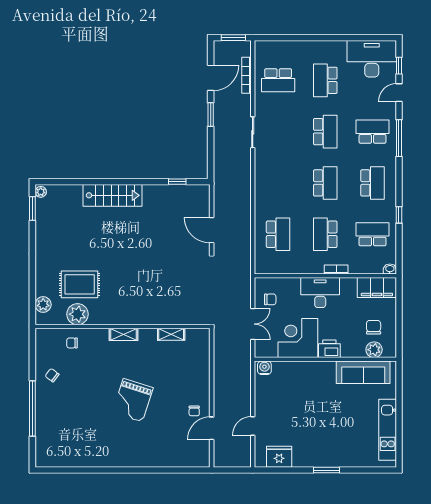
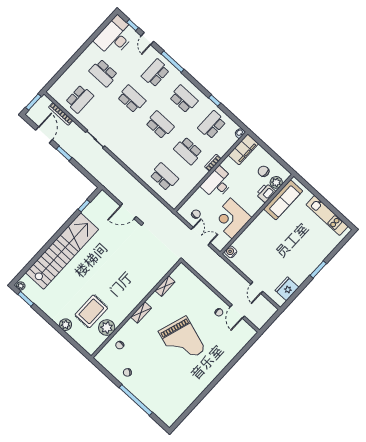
stairs: (112, 195) -> (62, 251), width x1.86, depth x1.51
plant: (43, 305) -> (66, 325), moved
printer: (329, 349) -> (266, 193), moved
grand piano: (133, 400) -> (182, 341), width x1.37, depth x1.48

